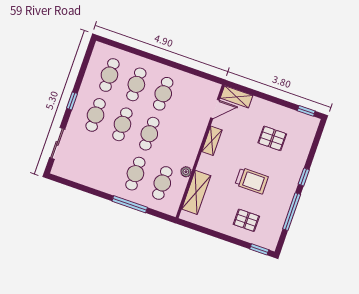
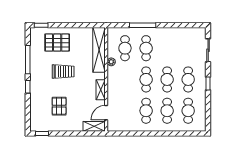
pallet: (272, 138) -> (59, 106), turned 90
trolley: (252, 181) -> (63, 72), turned 180
shelving: (196, 192) -> (99, 50), width x1.47
pallet: (246, 220) -> (57, 43), width x1.50, depth x1.42

